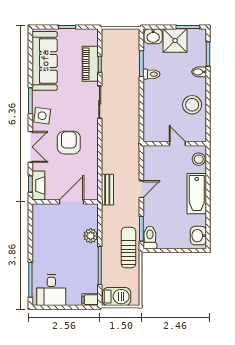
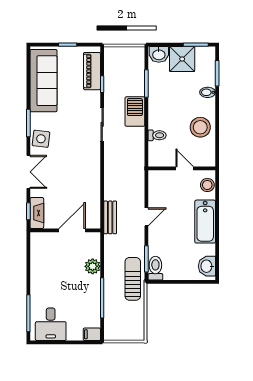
piano: (90, 64) -> (92, 71), moved
toilet: (151, 74) -> (157, 135), moved
armchair: (69, 143) -> (69, 167), removed
barbecue: (117, 297) -> (135, 112), moved, turned -90

